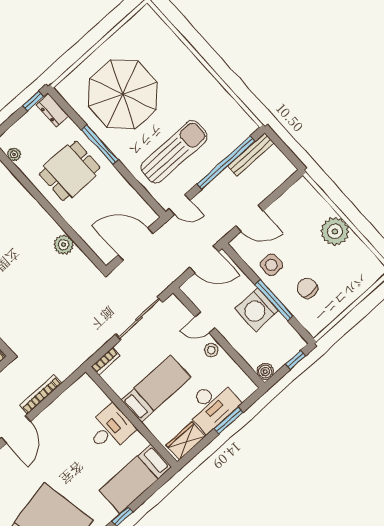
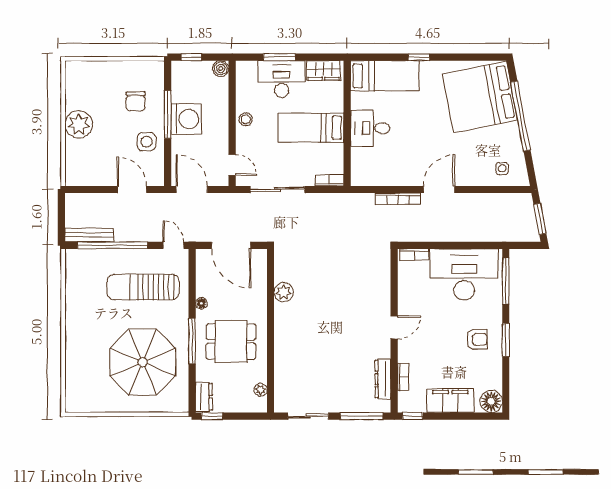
floor lamp: (119, 180) -> (201, 303), added
door: (205, 322) -> (232, 165), moved

